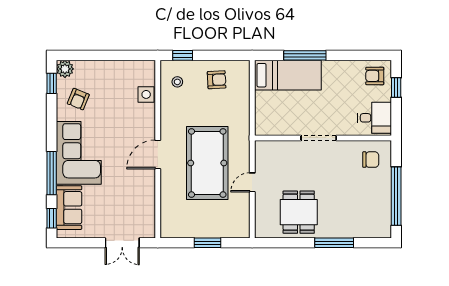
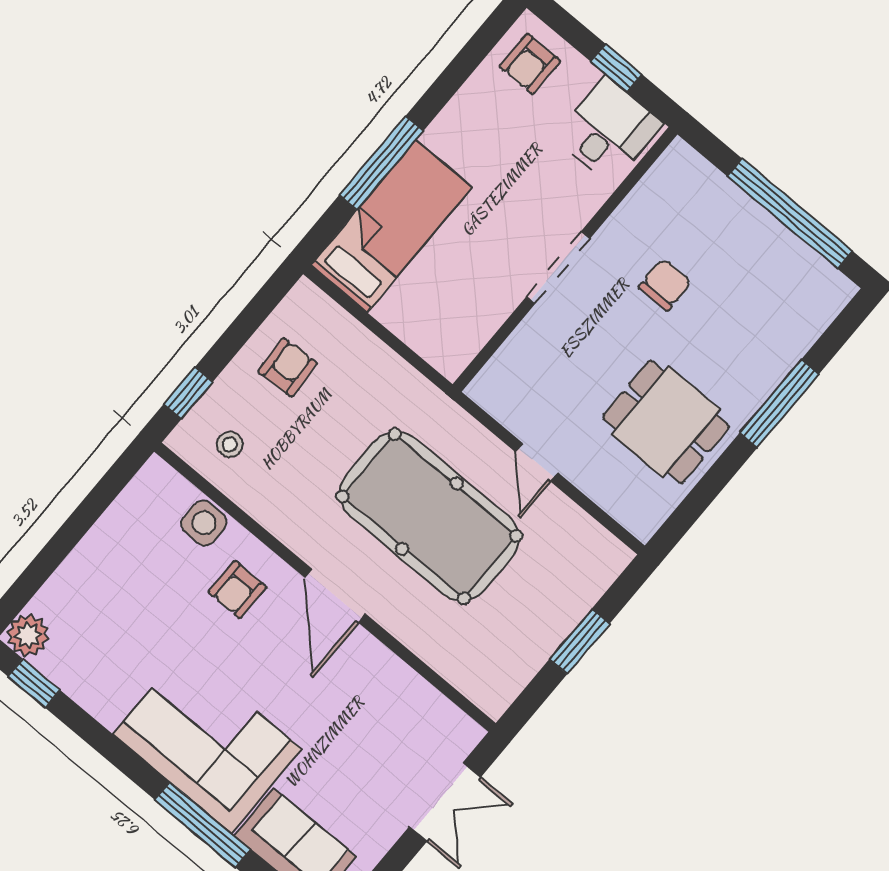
window: (396, 88) -> (616, 68), moved
armchair: (78, 99) -> (237, 590), moved, turned 68
chair: (371, 160) -> (665, 285), moved

